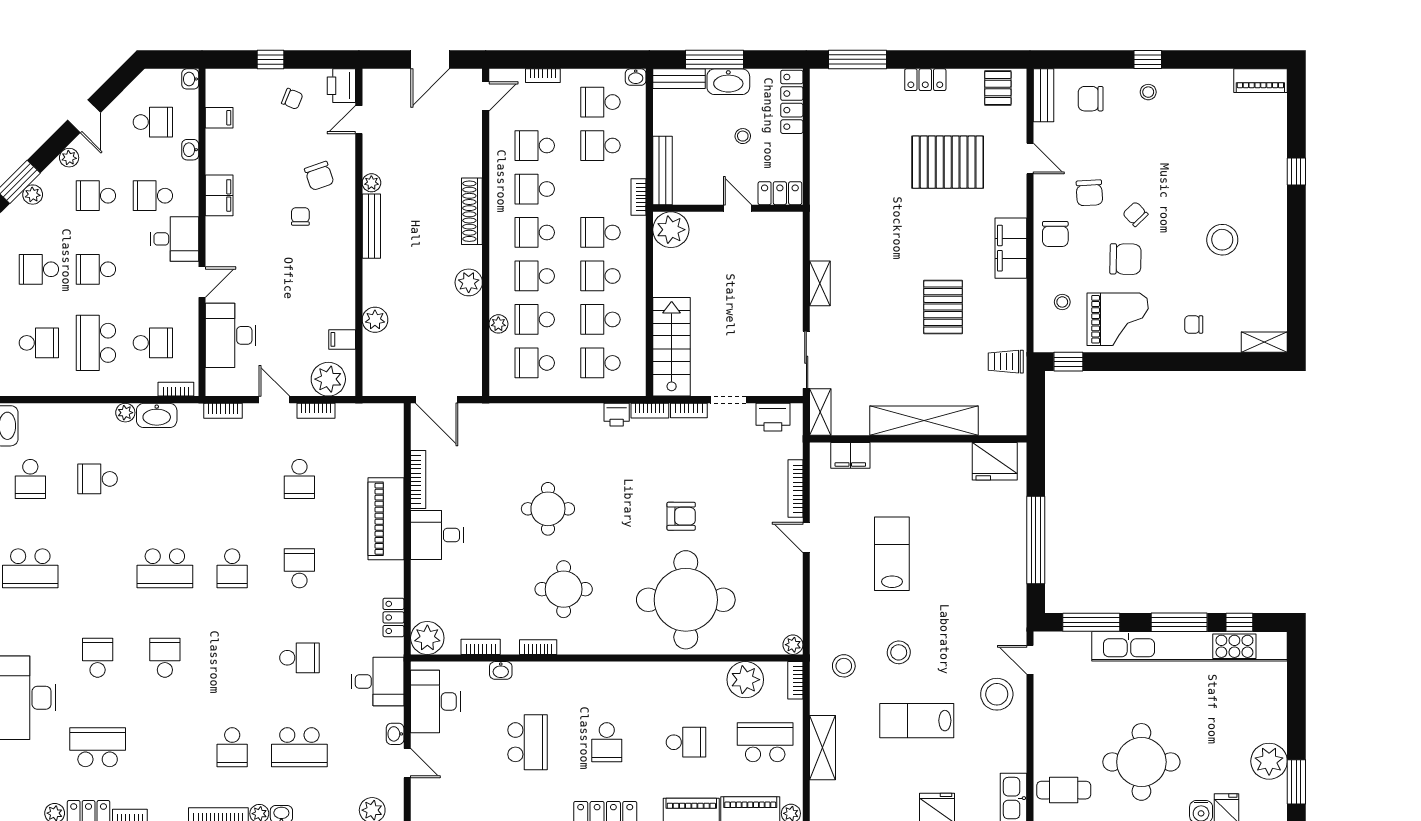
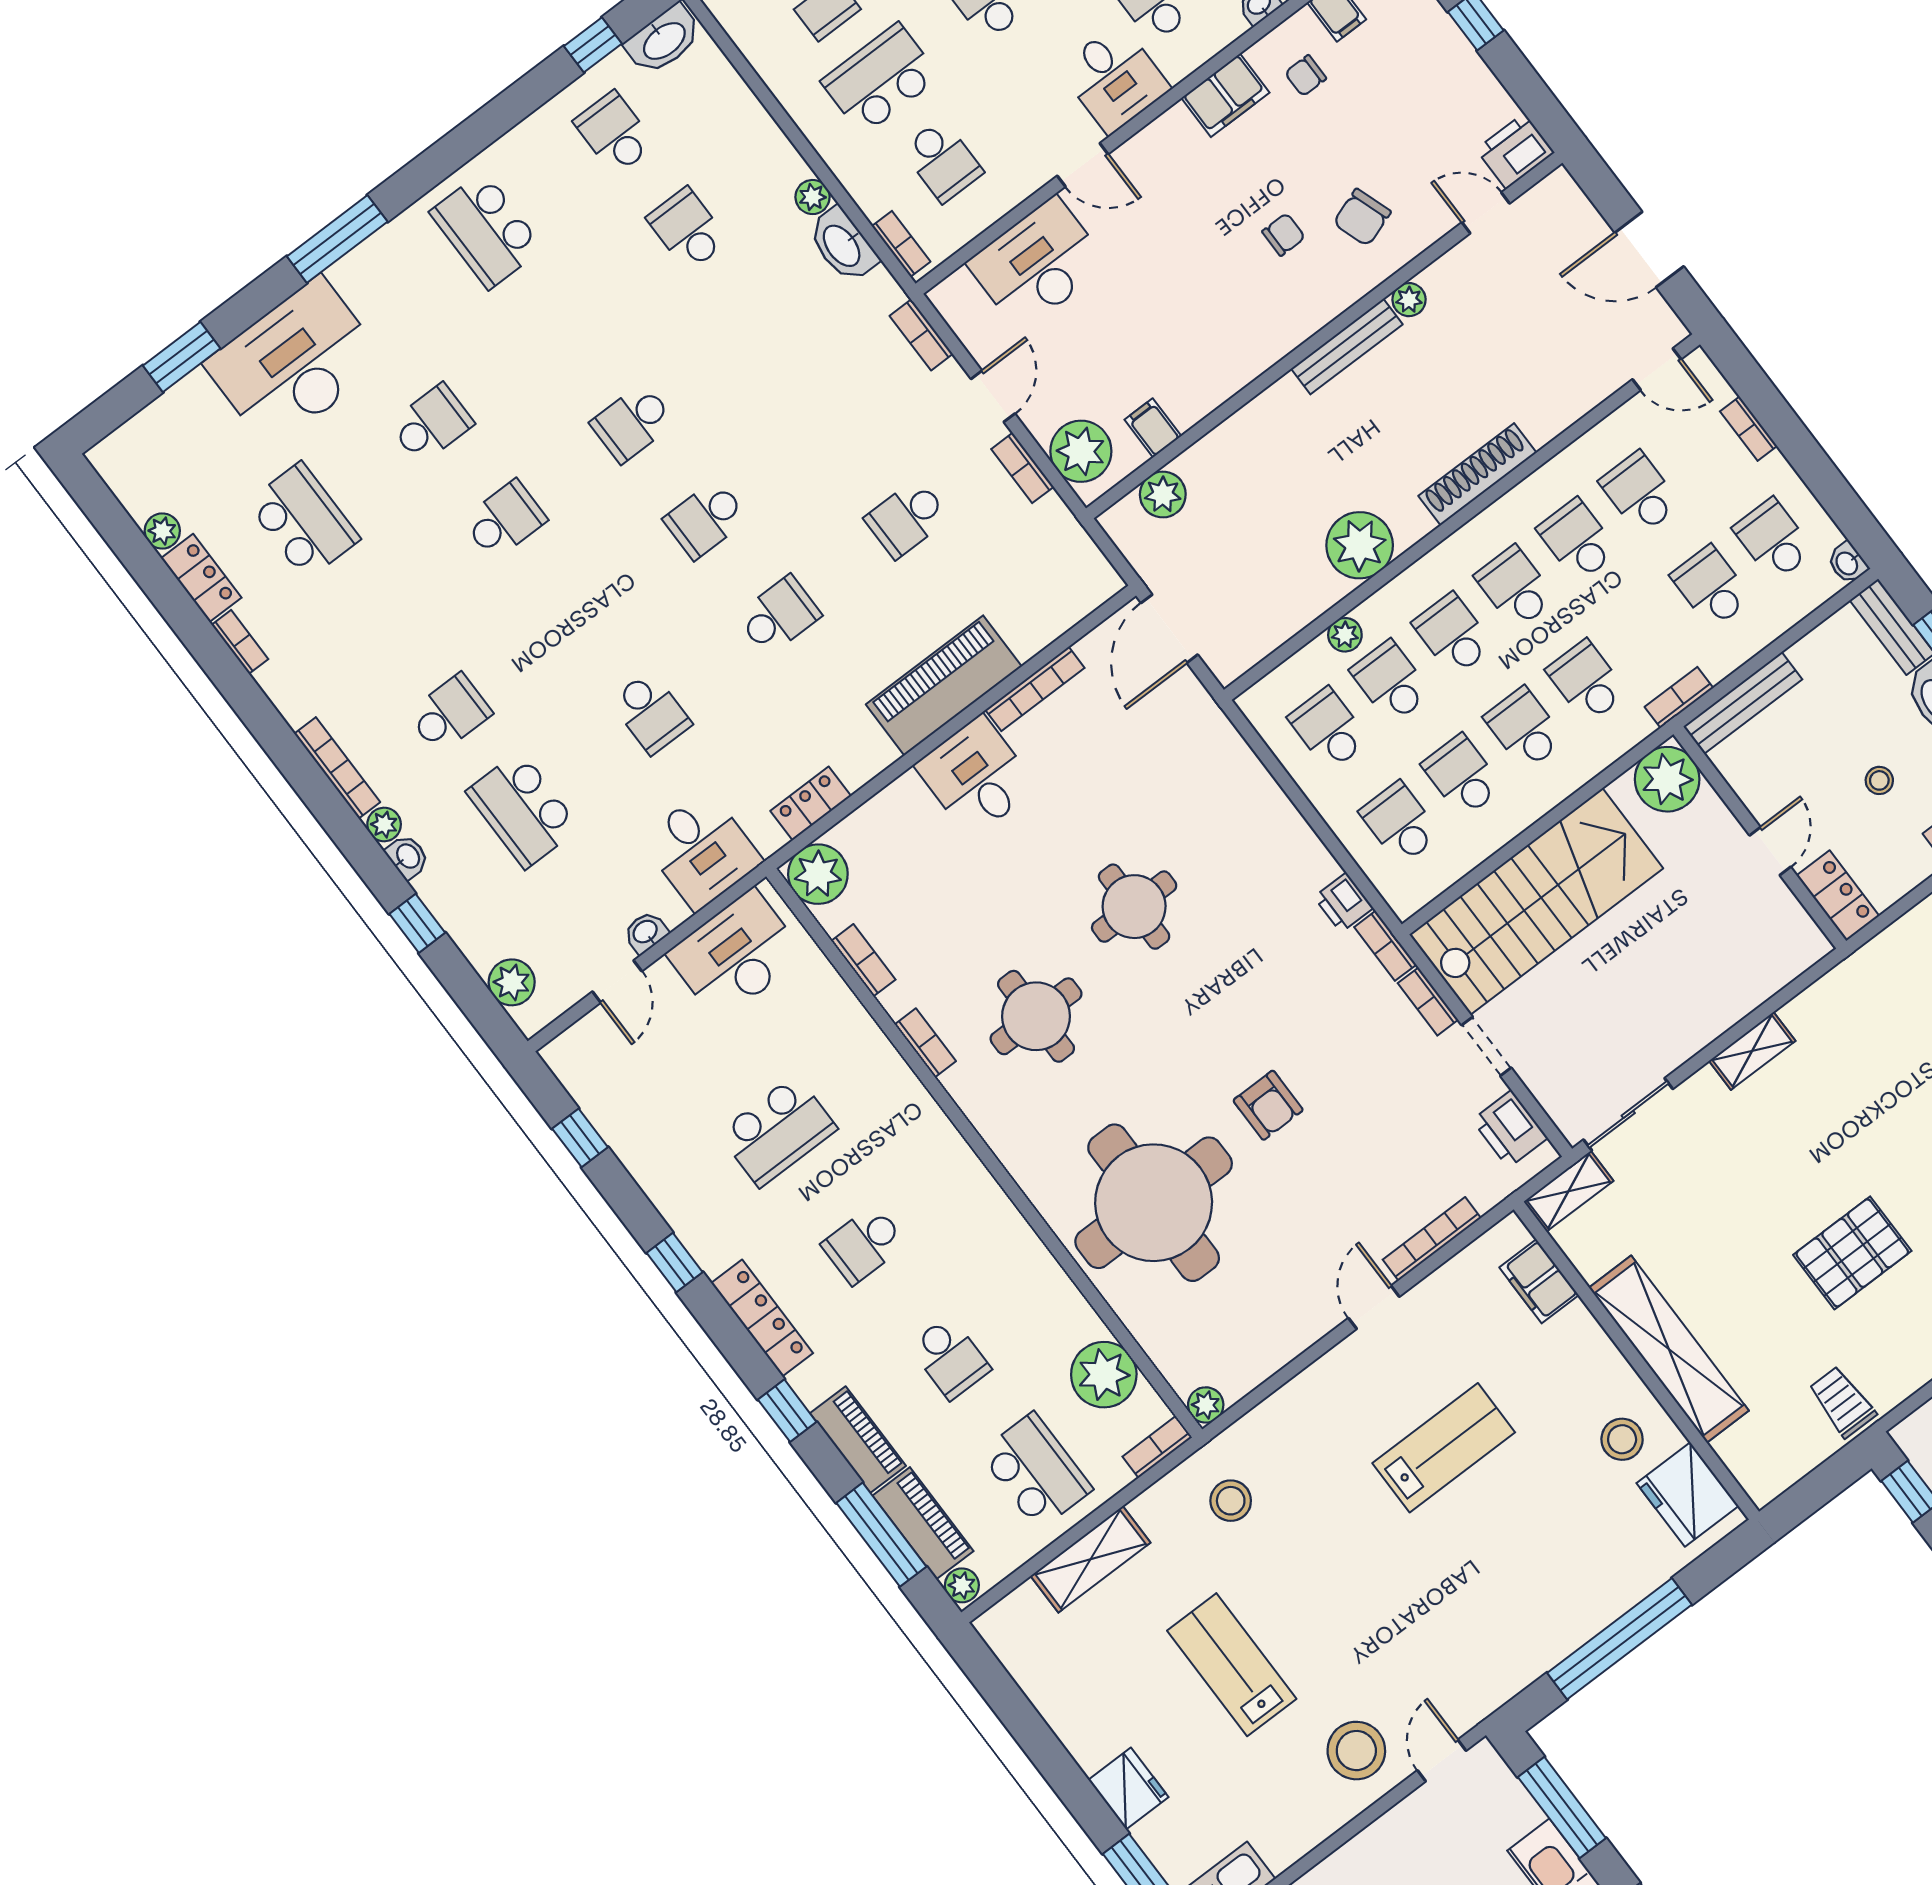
chair: (292, 99) -> (1306, 76), moved, turned 68
plant: (469, 282) -> (1360, 545), width x1.36, depth x1.36
plant: (375, 320) -> (1163, 494), moved
stairs: (672, 347) -> (1536, 901), width x1.36, depth x1.51
school desk: (30, 479) -> (614, 133), turned 90
school desk: (165, 568) -> (633, 423), width x0.54
stool: (899, 652) -> (1622, 1439), moved
washbasin: (501, 670) -> (851, 1015), removed
school desk: (232, 747) -> (450, 713), turned 180

